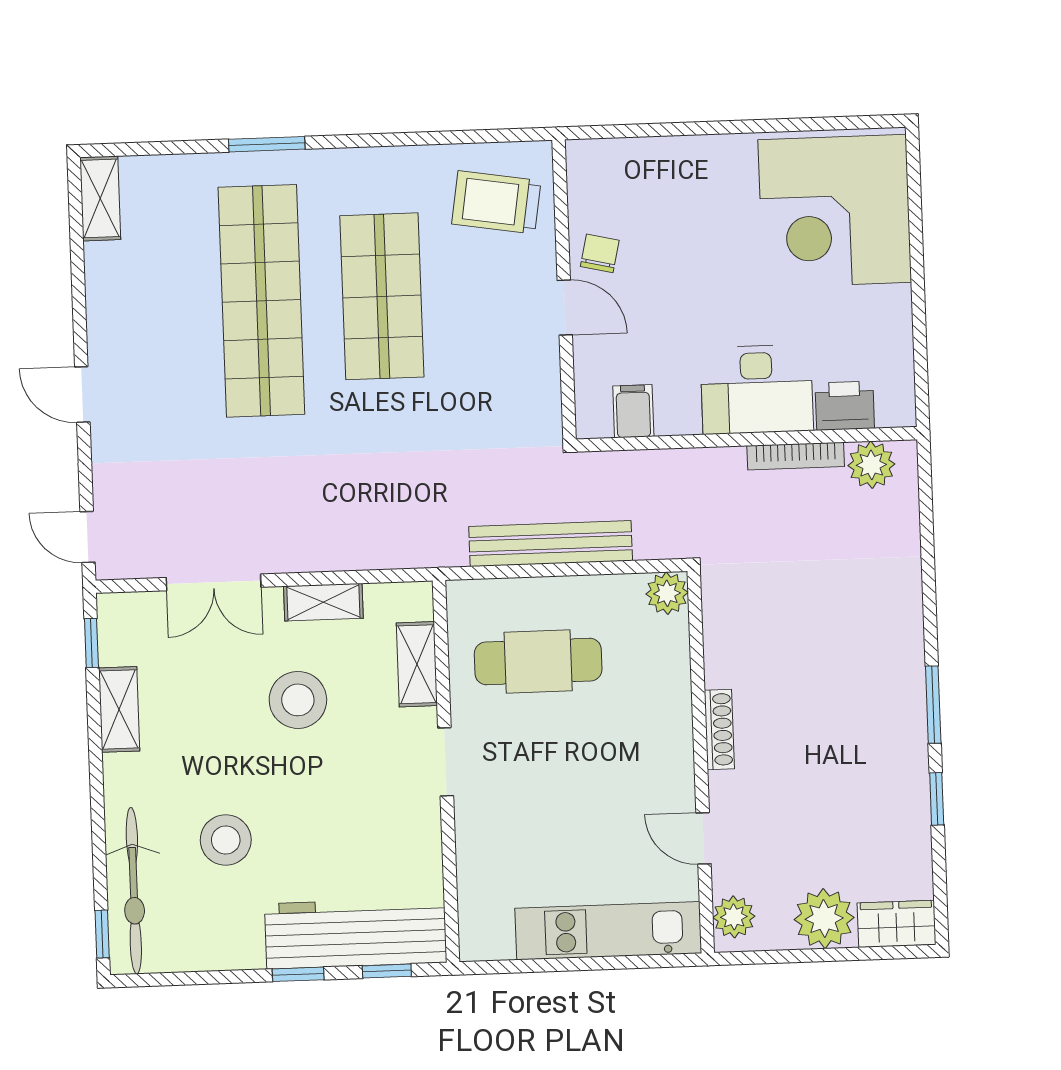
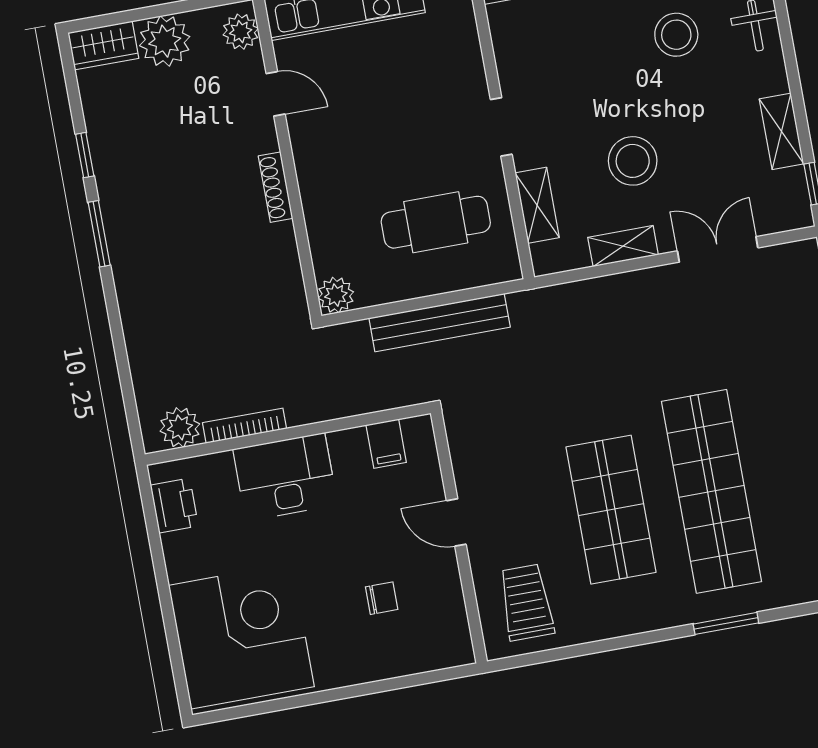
trolley: (496, 202) -> (526, 602), turned -99
chair: (600, 253) -> (382, 598), moved, turned -103
printer: (845, 406) -> (174, 506), moved, turned -90

